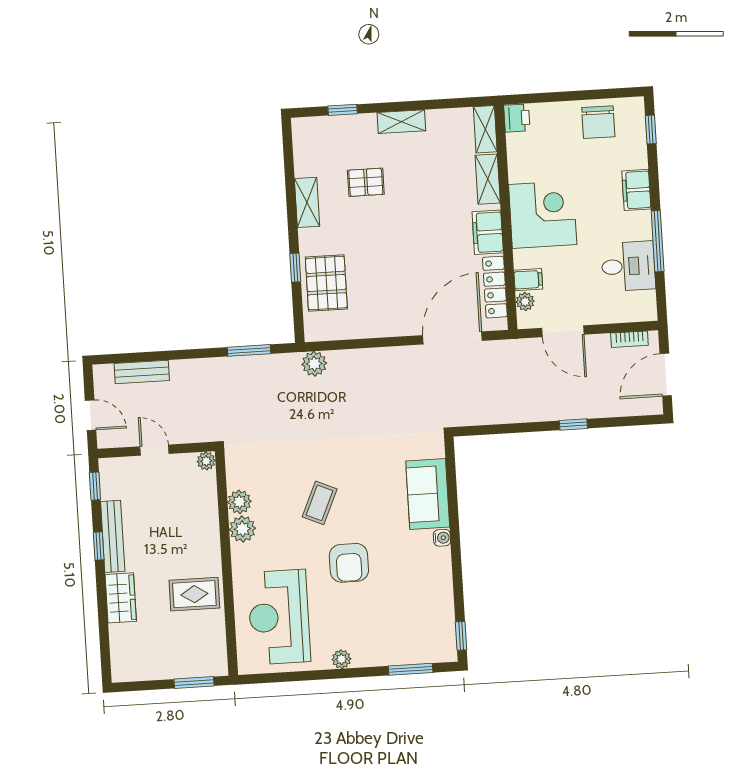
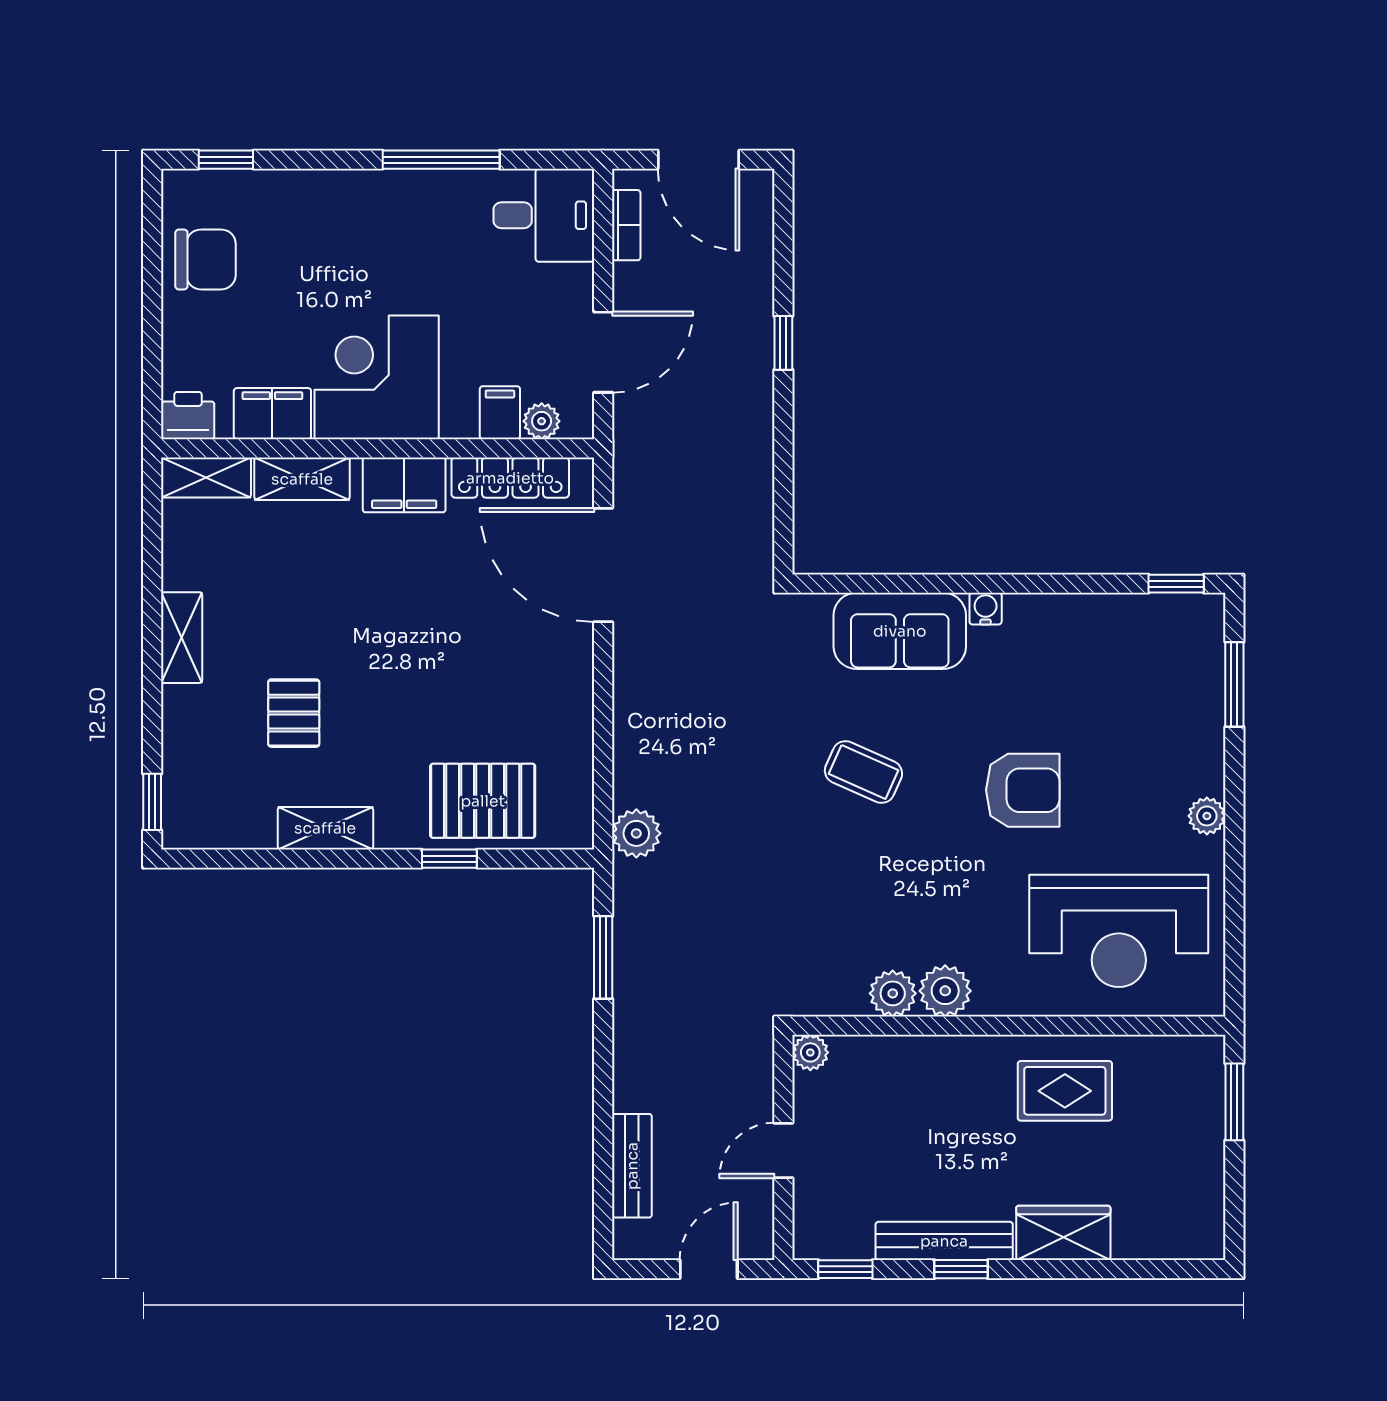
window: (343, 110) -> (152, 802), moved
filing cabinet: (636, 190) -> (272, 414), moved, turned 180
desk: (628, 266) -> (544, 215), moved, turned 90
coffee table: (320, 503) -> (863, 772), moved
rug: (194, 594) -> (1065, 1091), turned 90

